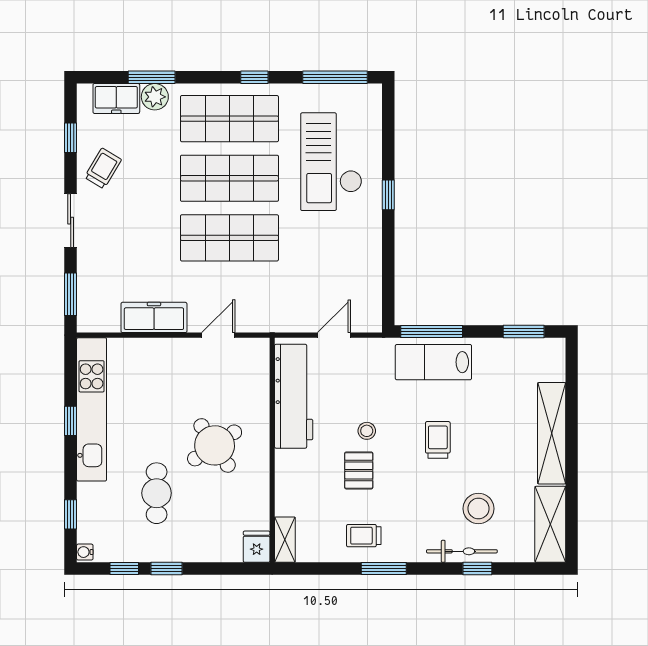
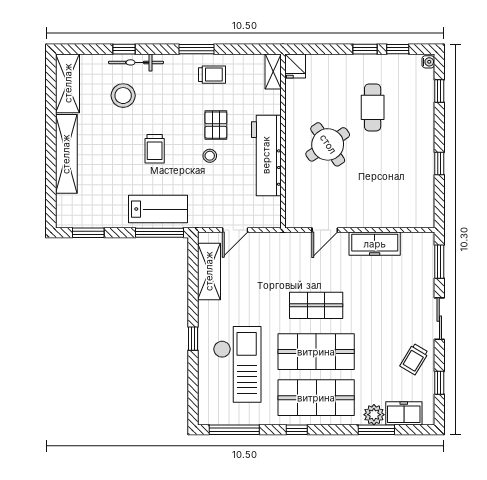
shop shelf: (229, 238) -> (316, 305), width x0.70, depth x0.74
shelving: (368, 282) -> (209, 271), added
workbench: (294, 396) -> (266, 155), moved
kitchen unit: (92, 409) -> (423, 172), removed

